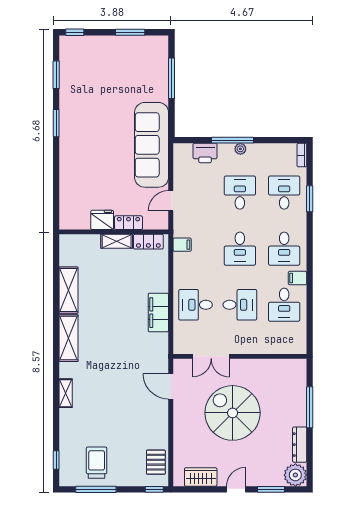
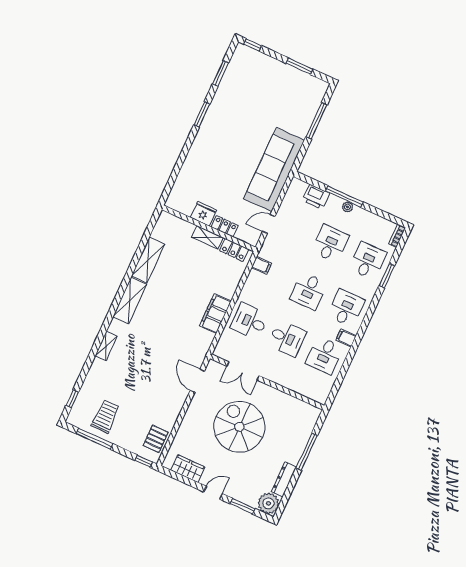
desk: (284, 249) -> (346, 308), turned 180

